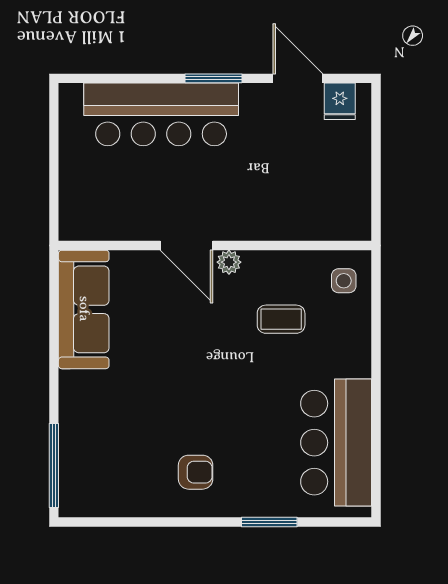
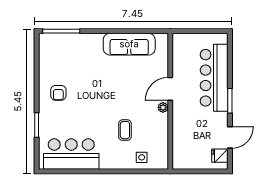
door: (186, 245) -> (170, 89), moved
wall: (215, 245) -> (170, 101), moved
plant: (229, 262) -> (163, 107), moved

